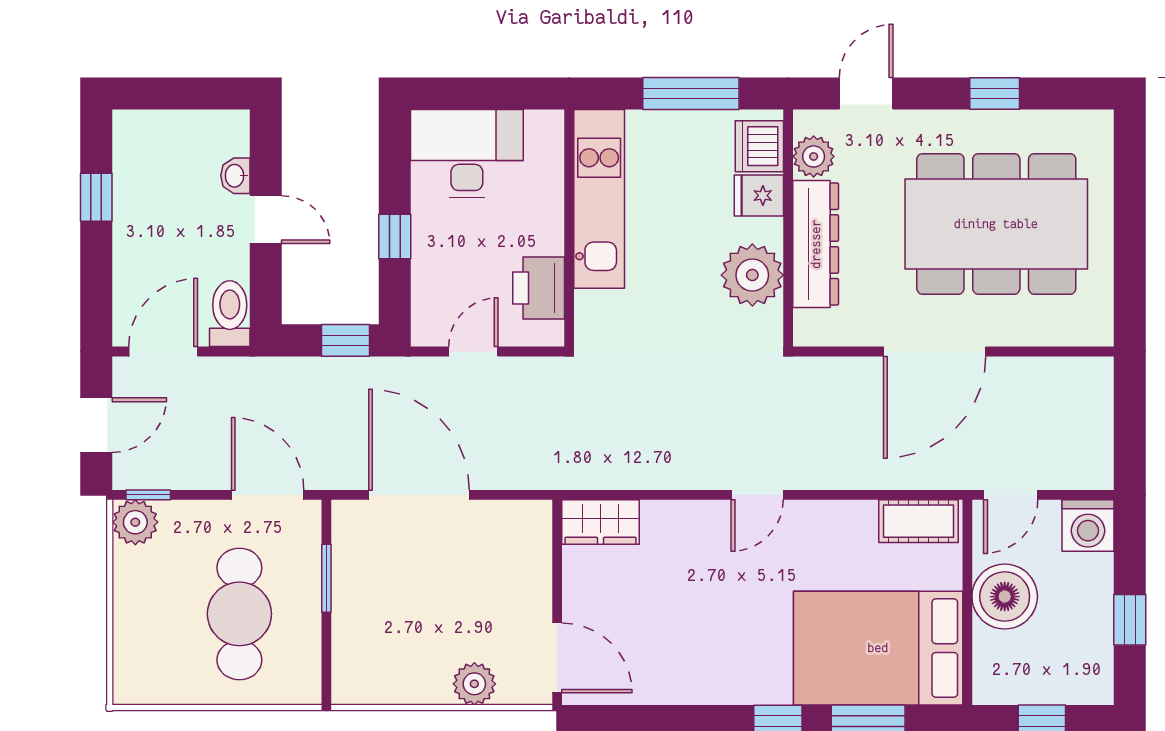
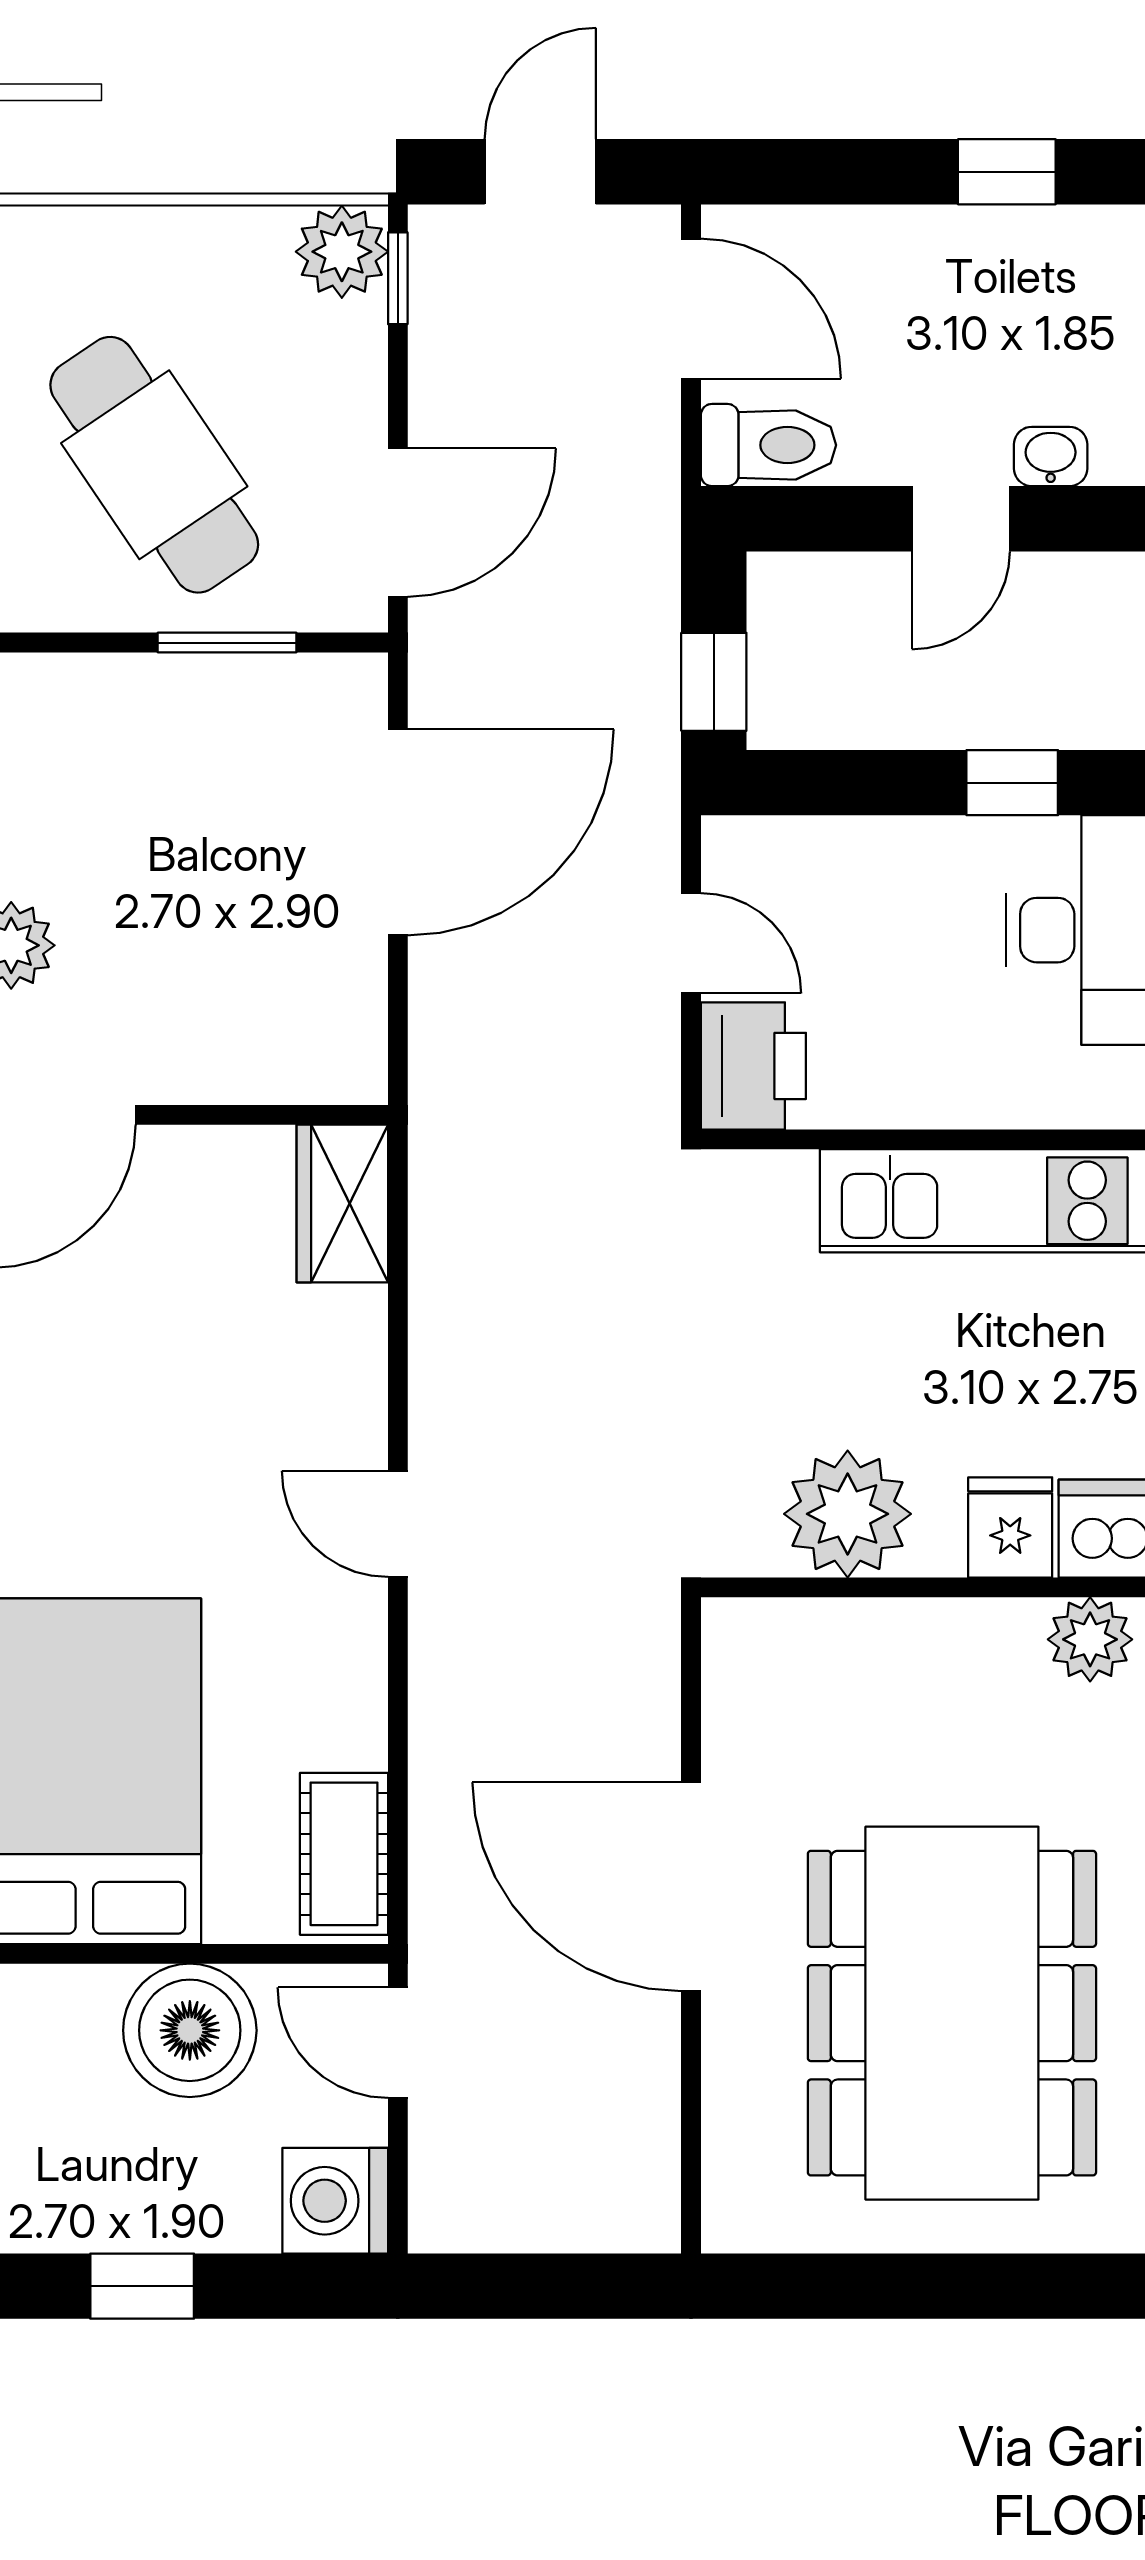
window: (395, 236) -> (1012, 783), moved
dresser: (816, 244) -> (911, 1644), removed
printer: (539, 288) -> (753, 1066), moved, turned 90
door: (96, 425) -> (540, 172), swing flipped
cafe table: (239, 614) -> (154, 465), turned 56

